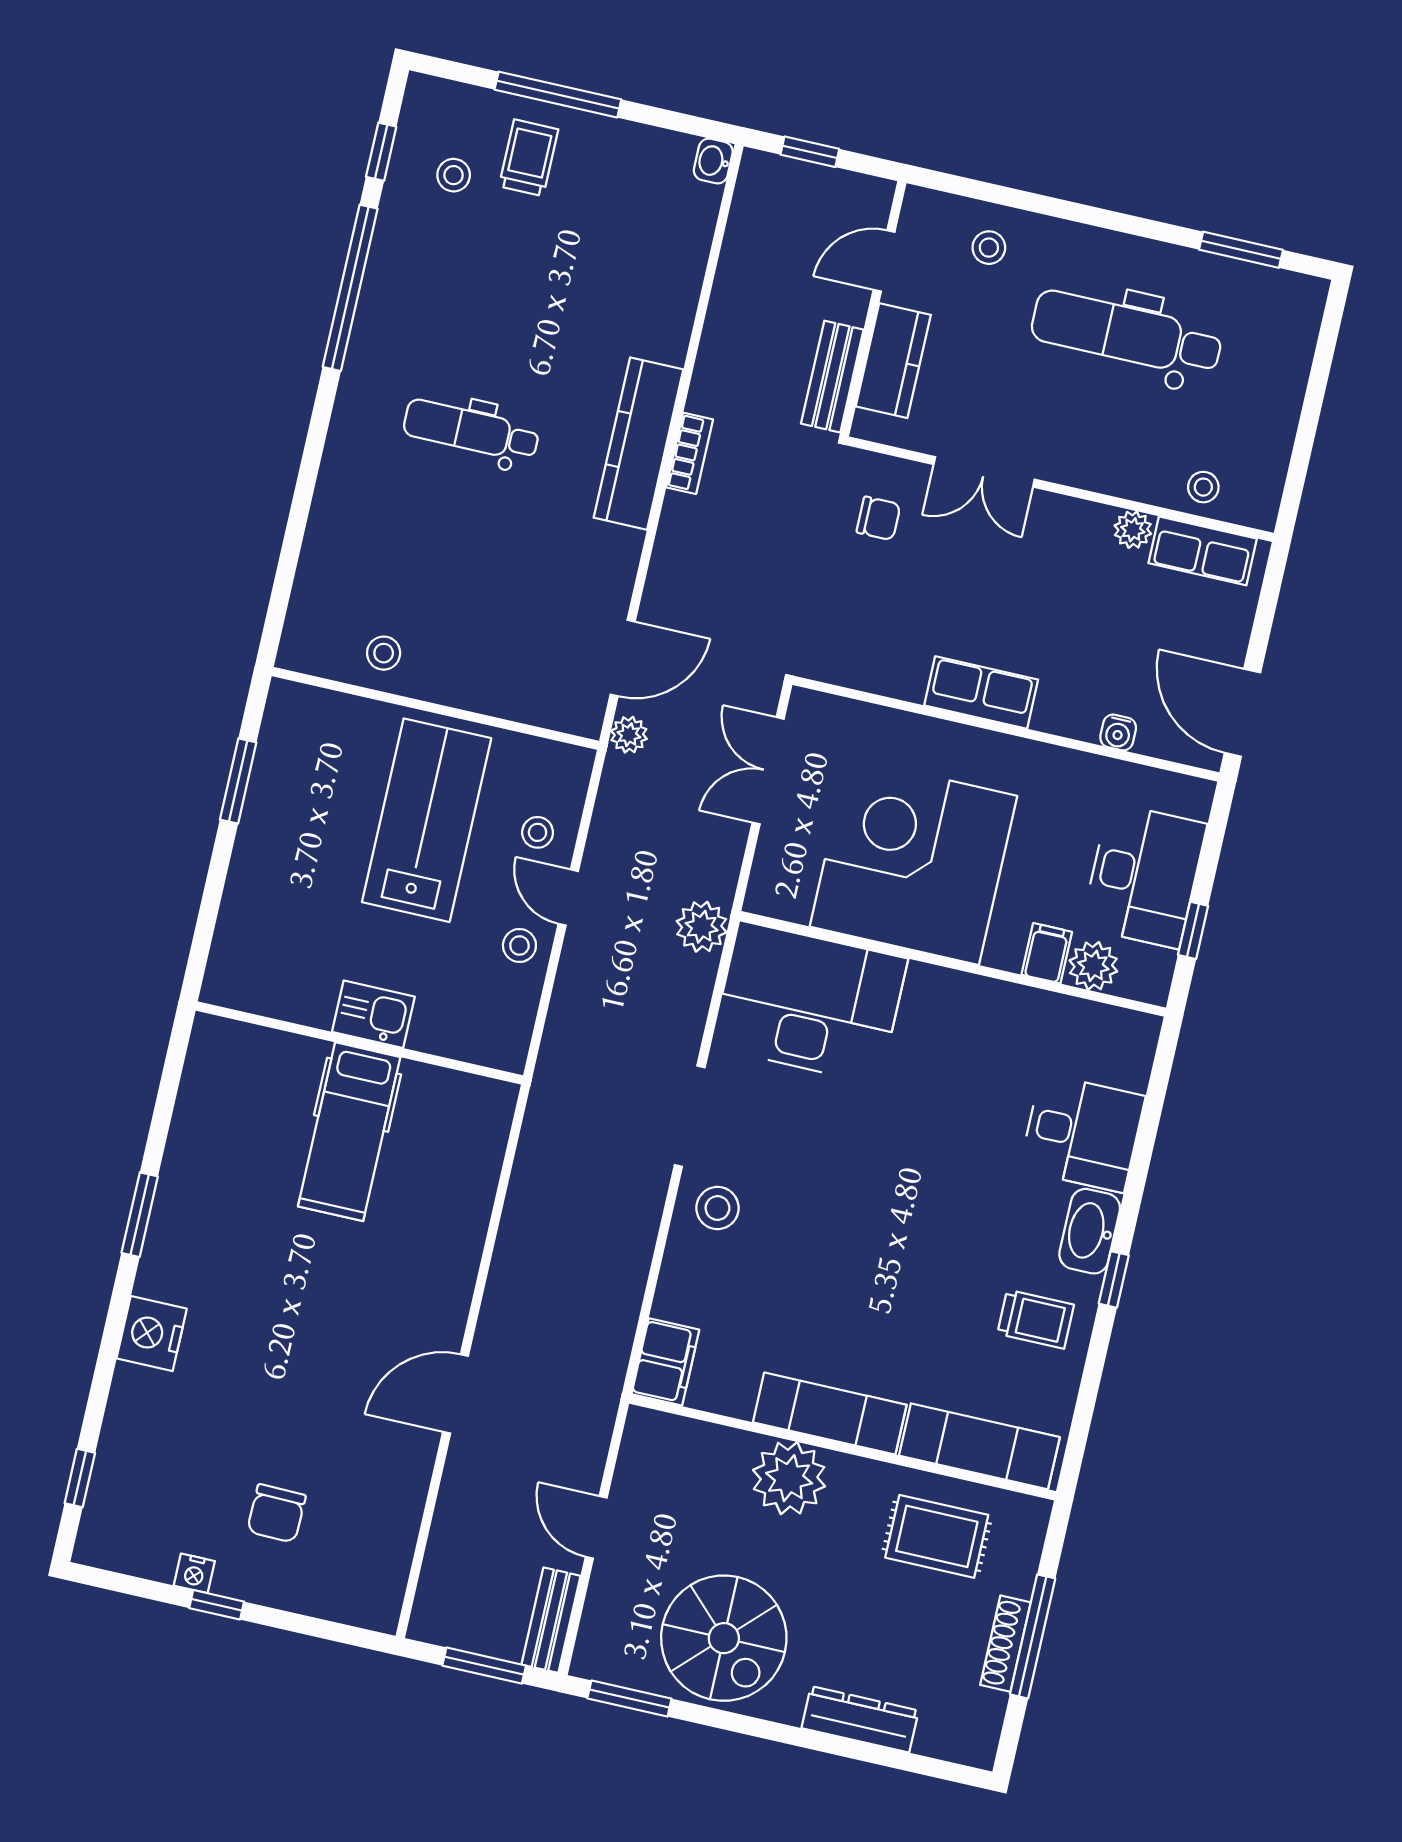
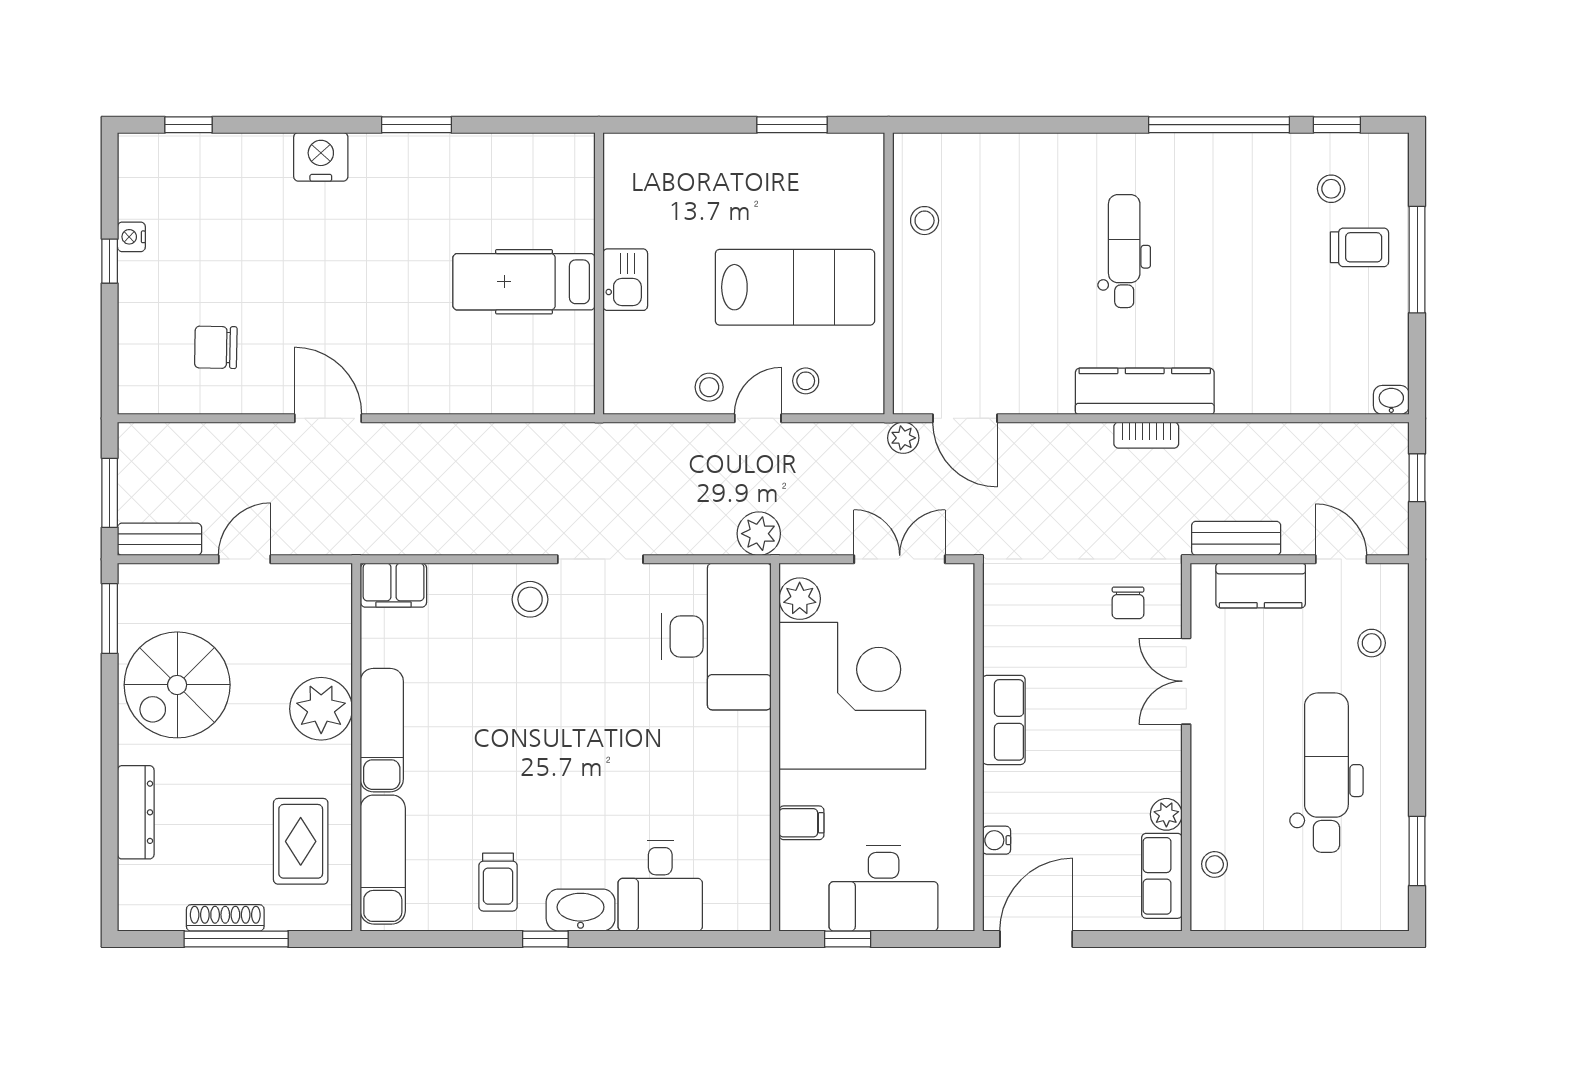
plant: (1093, 966) -> (800, 599), moved
chair: (276, 1513) -> (216, 347), moved

